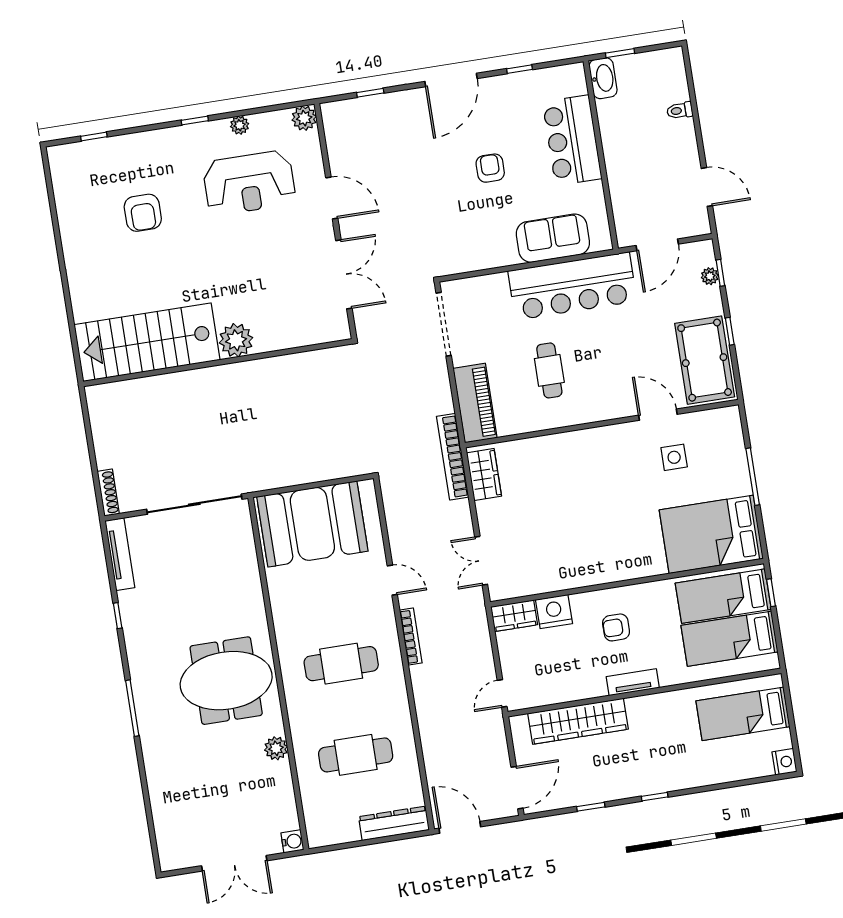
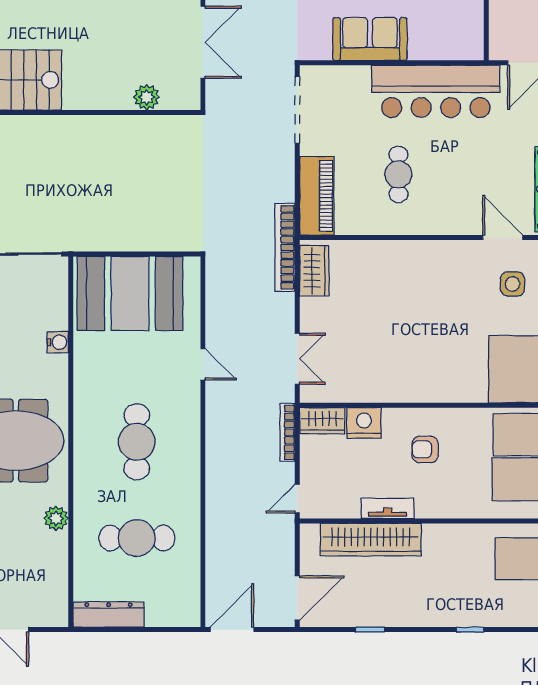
sofa: (553, 238) -> (370, 39), moved
plant: (236, 340) -> (147, 97), moved, width x0.73, depth x0.73
double door: (481, 561) -> (297, 359), swing flipped
bookcase: (411, 637) -> (288, 432), moved, turned 180
cafe table: (341, 664) -> (137, 442), turned 90
tv unit: (633, 682) -> (388, 508), moved
window: (655, 797) -> (470, 630), moved
dresser: (394, 823) -> (108, 615), moved
door: (460, 827) -> (232, 630), hinge flipped
water cooler: (292, 841) -> (58, 342), moved

